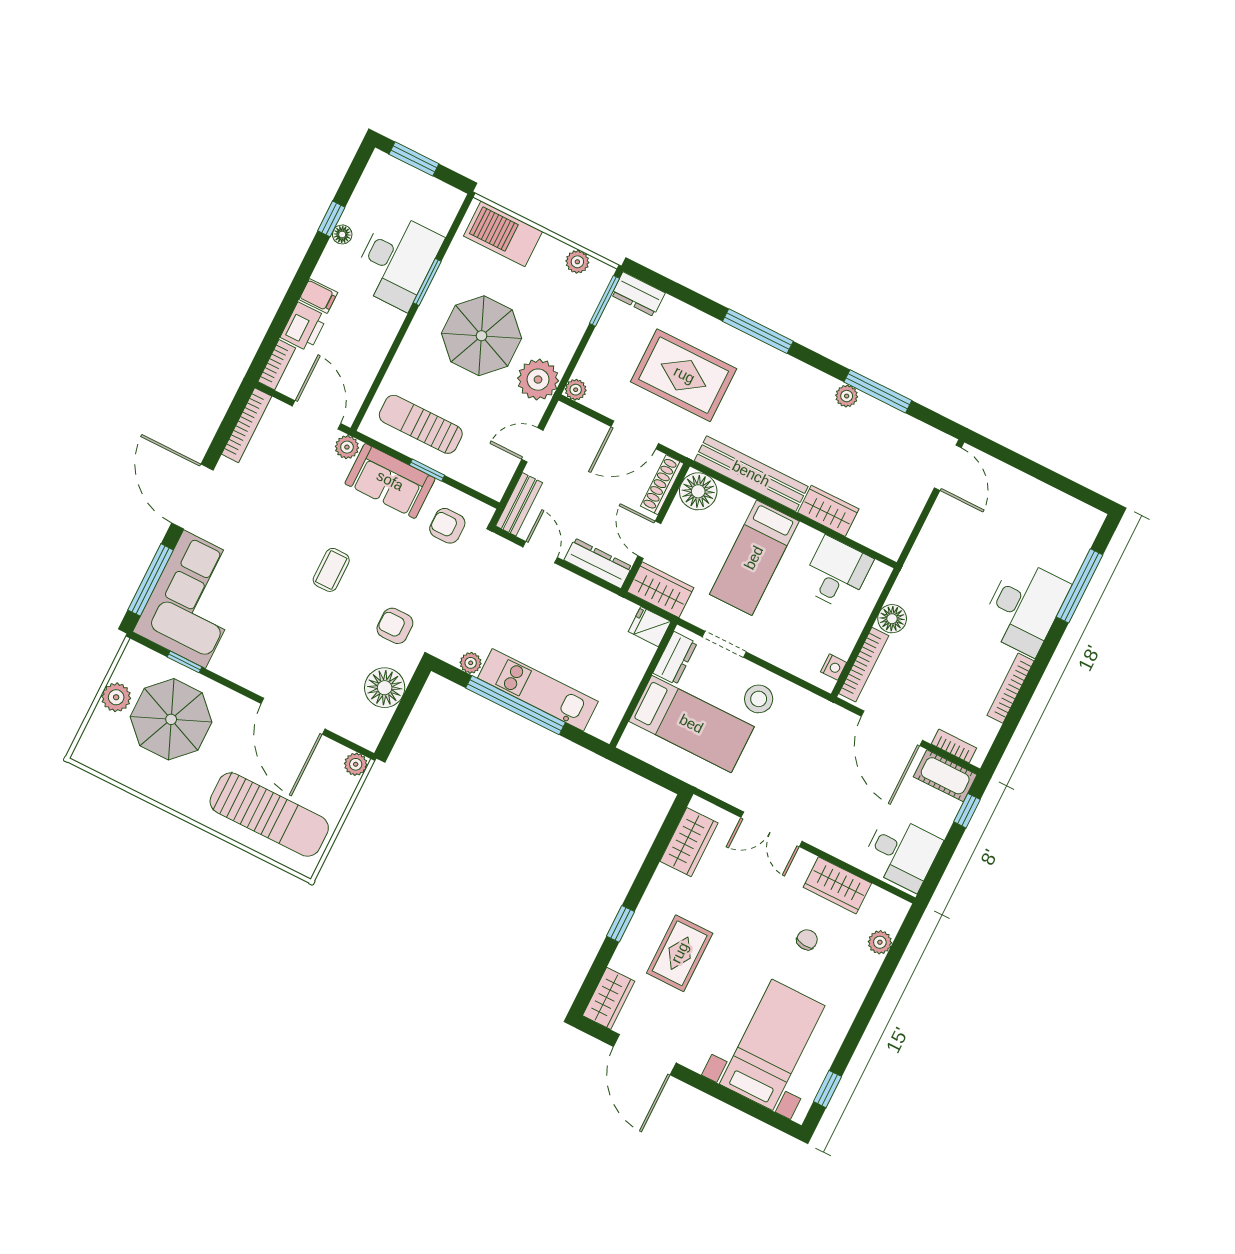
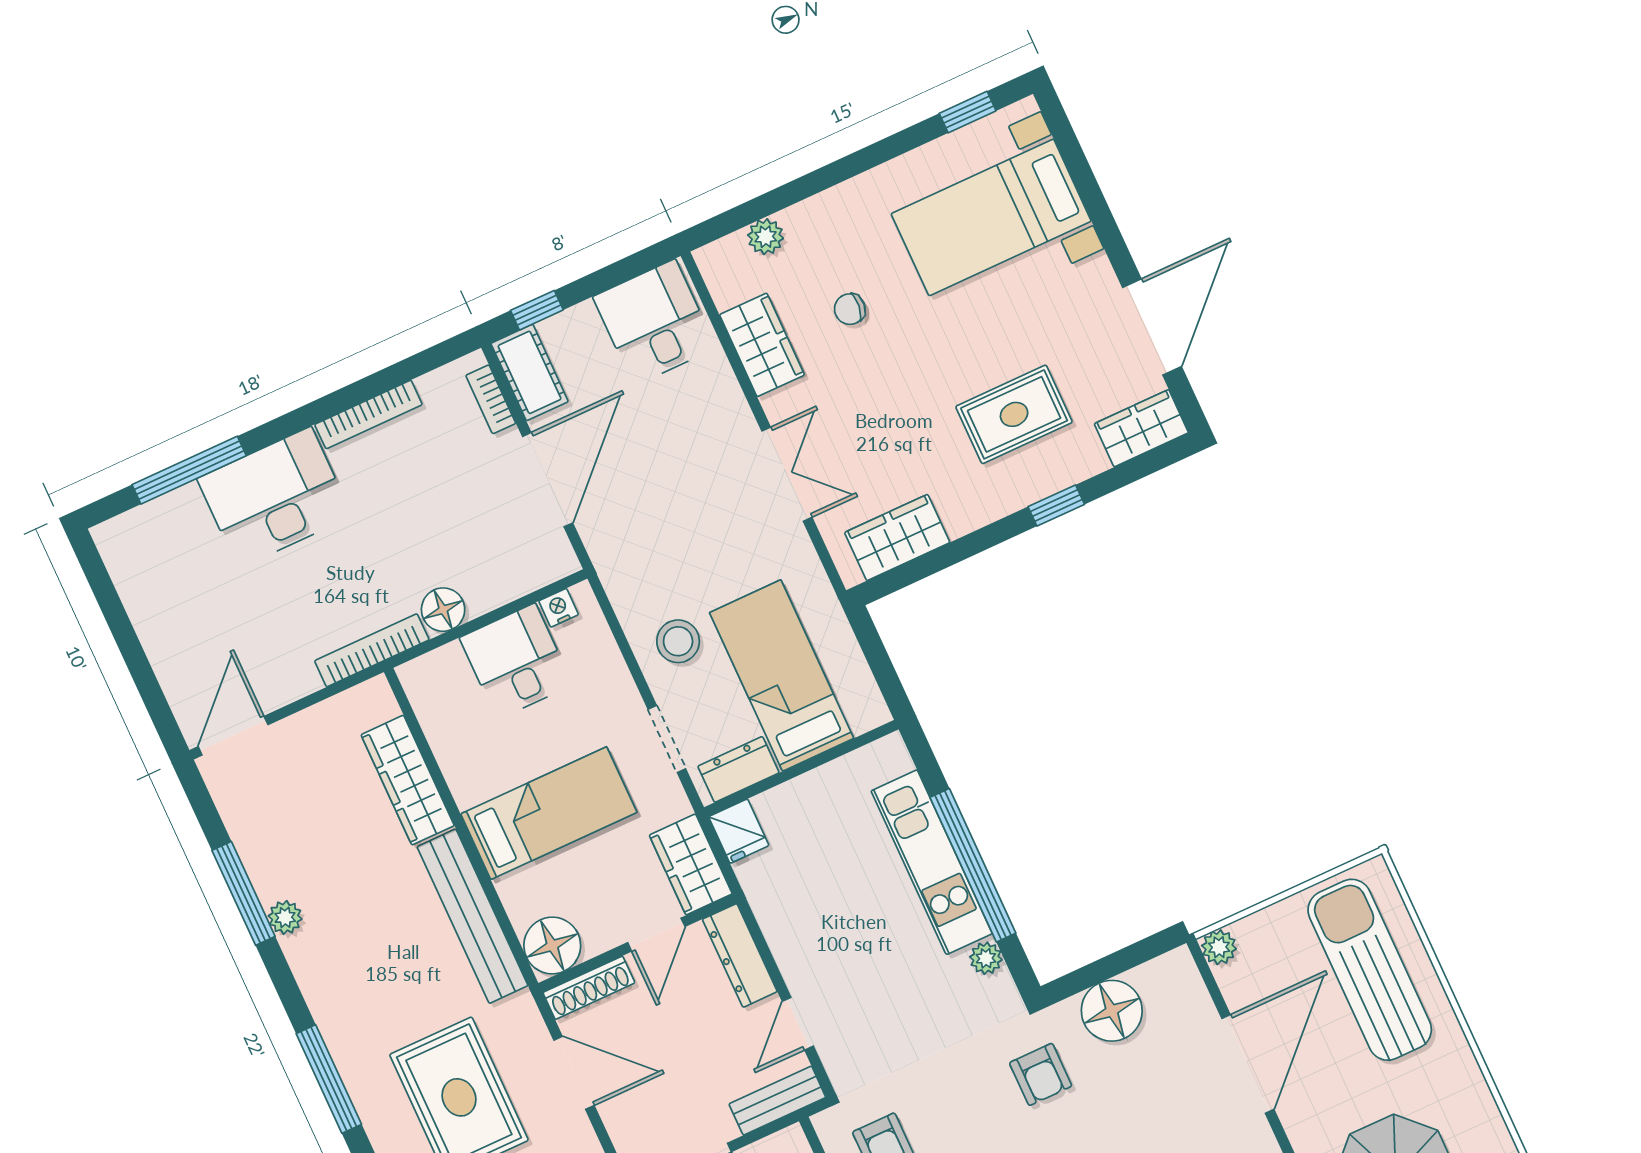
wardrobe: (828, 511) -> (408, 780), width x1.50
desk: (837, 573) -> (516, 661), moved, turned 90
bookcase: (864, 665) -> (372, 650), moved

